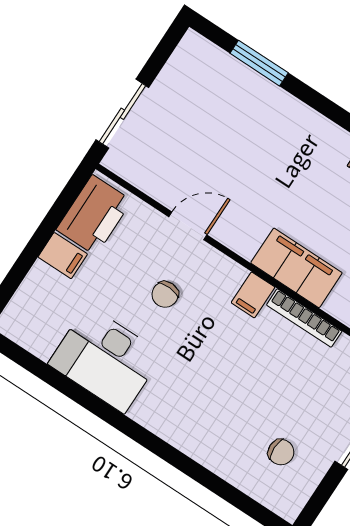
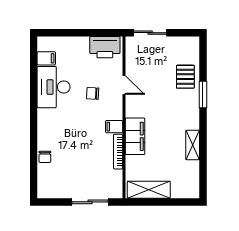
window: (259, 63) -> (203, 95), moved
pallet: (247, 102) -> (185, 77), added
filing cabinet: (63, 256) -> (46, 58), moved, turned -90
chair: (281, 452) -> (45, 157), moved

